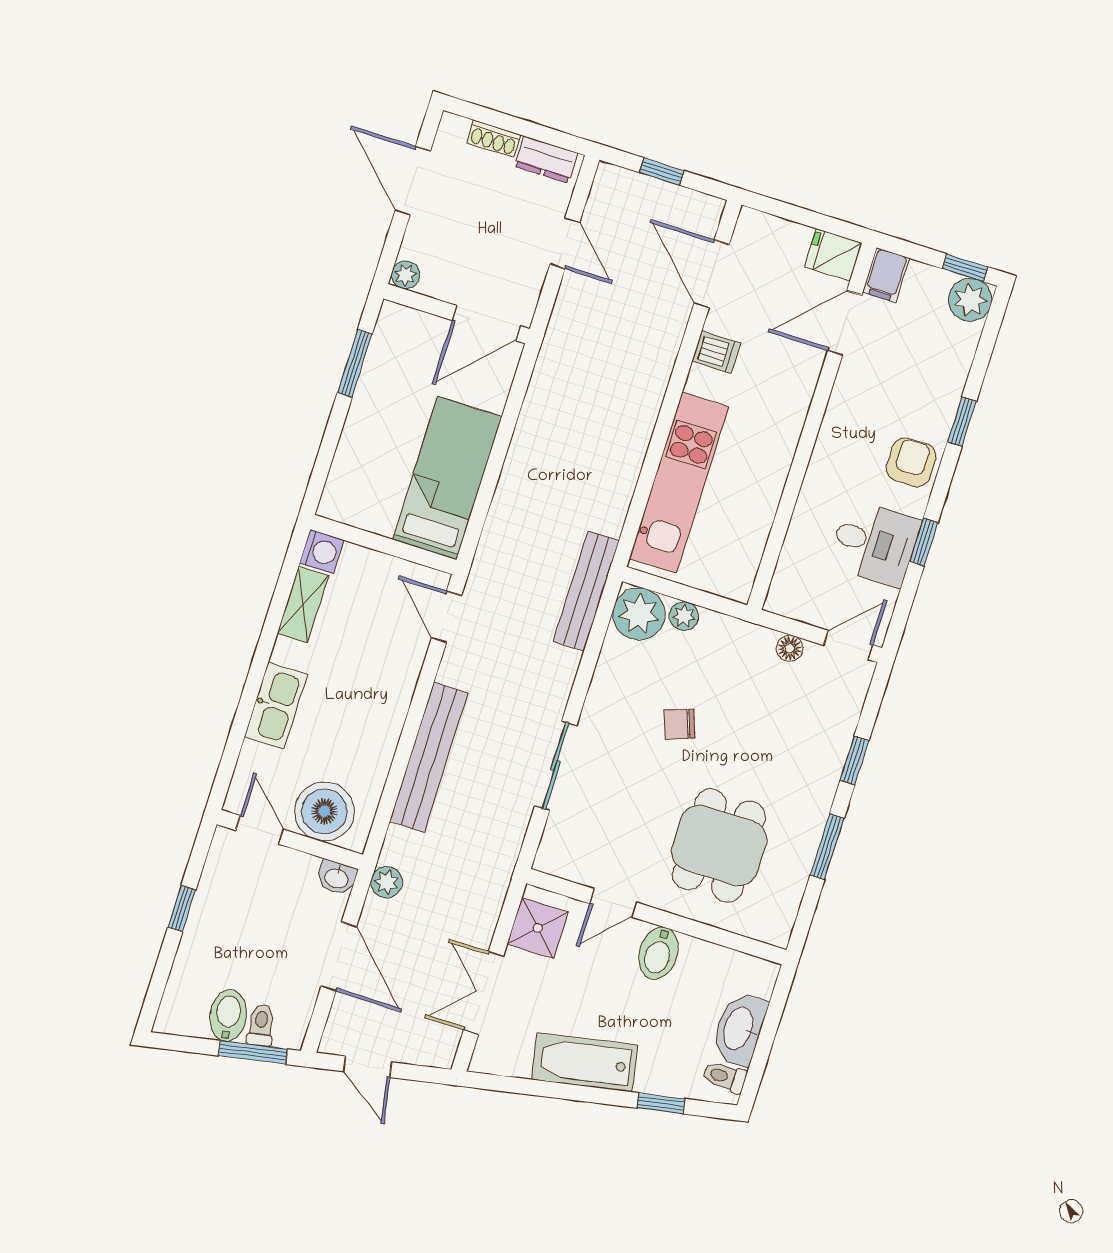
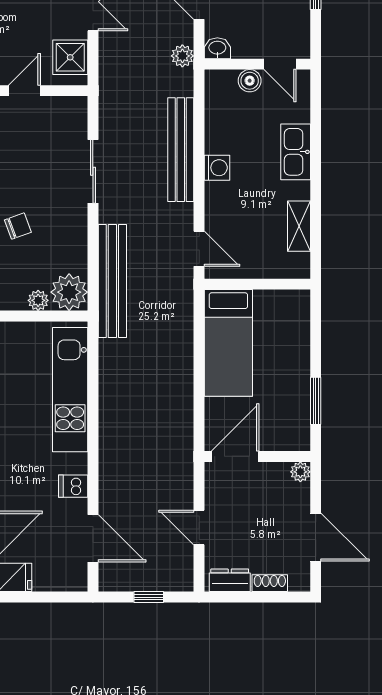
washing machine: (322, 552) -> (217, 168), moved, turned 180
bench: (586, 591) -> (112, 281), width x1.37, depth x1.21
boiler: (324, 812) -> (250, 81), width x0.54, depth x0.54

